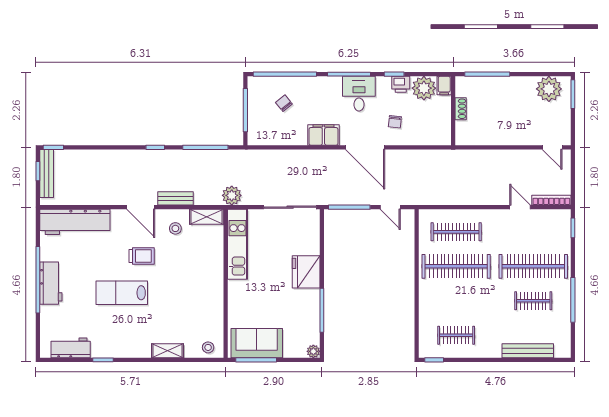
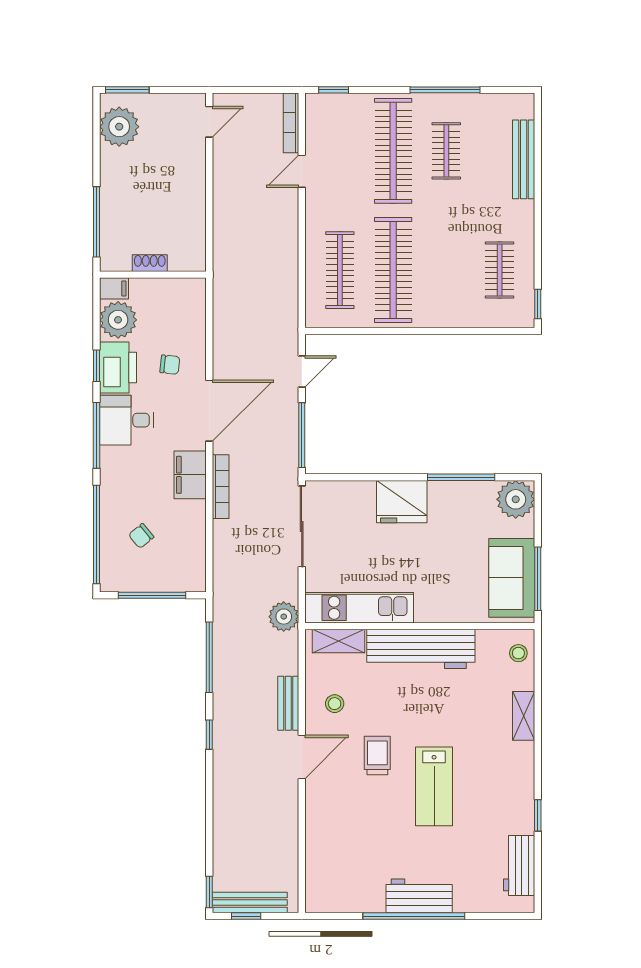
printer: (401, 84) -> (118, 367), width x1.87, depth x1.48
bookcase: (316, 155) -> (221, 487), added
shelving: (207, 217) -> (339, 641), moved, turned 90
workbench: (75, 222) -> (421, 649), moved, turned 90
plant: (313, 351) -> (516, 499), width x1.87, depth x1.87

